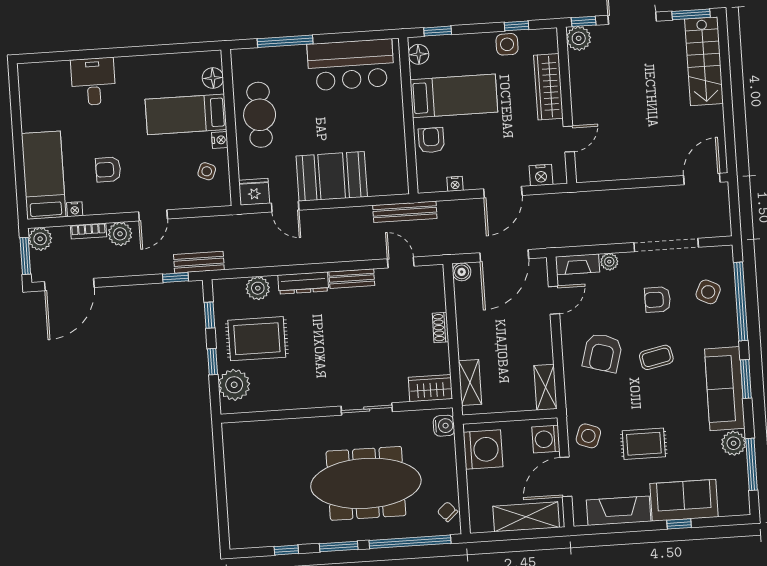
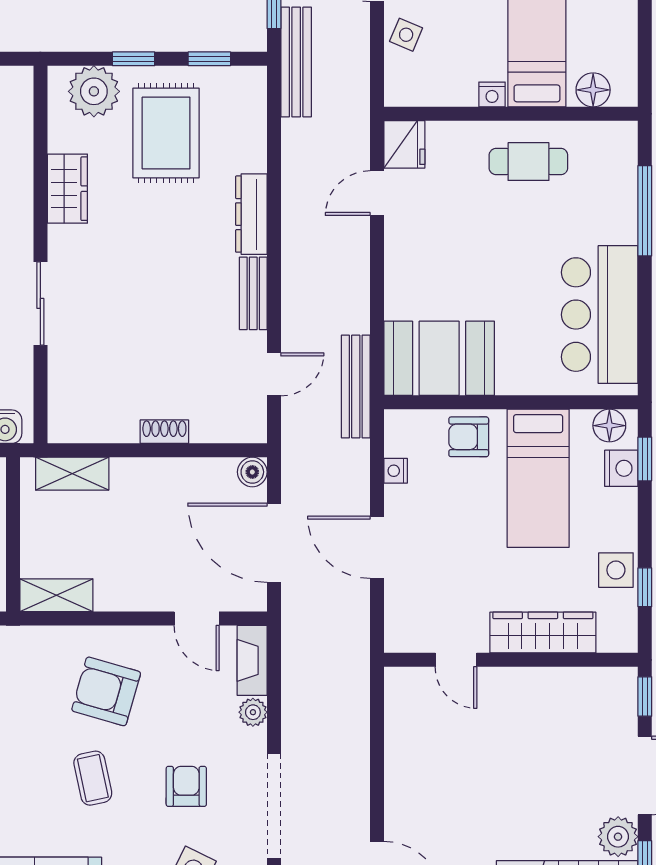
plant: (579, 38) -> (618, 837), moved
cafe table: (260, 115) -> (528, 162), width x0.73, depth x0.74
armchair: (431, 140) -> (469, 437), turned 180
side table: (207, 171) -> (406, 35), moved
nightstand: (541, 175) -> (621, 468), moved, turned 180
booth: (332, 176) -> (439, 358), moved, turned 90
bench: (199, 262) -> (296, 62), width x1.36
plant: (258, 288) -> (248, 140), removed
wardrobe: (430, 388) -> (67, 189), moved

